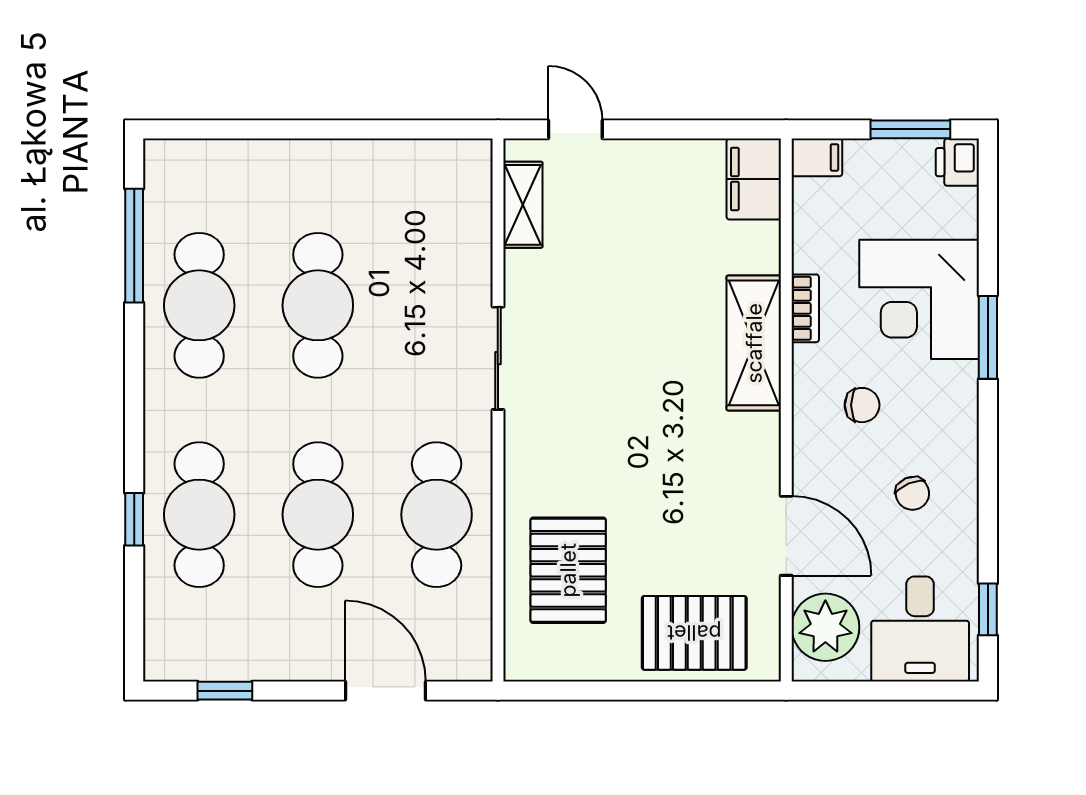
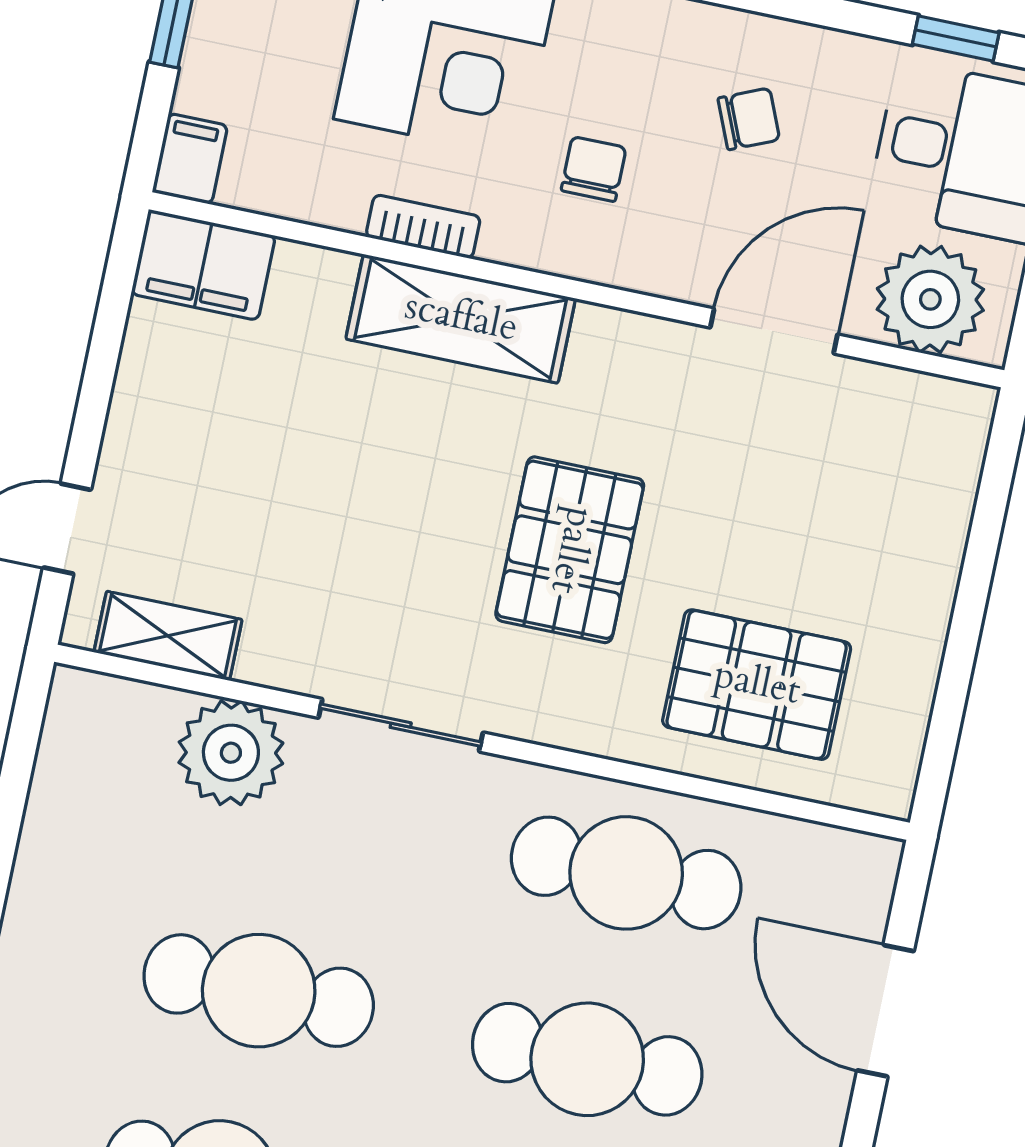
plant: (460, 258) -> (231, 753), added
pallet: (694, 633) -> (570, 550), moved
door: (386, 691) -> (886, 1011), hinge flipped

